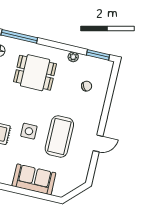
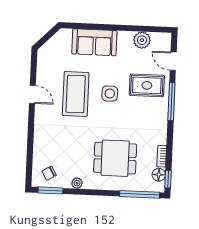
chair: (87, 86) -> (49, 173), moved
door: (98, 143) -> (32, 94), swing flipped

